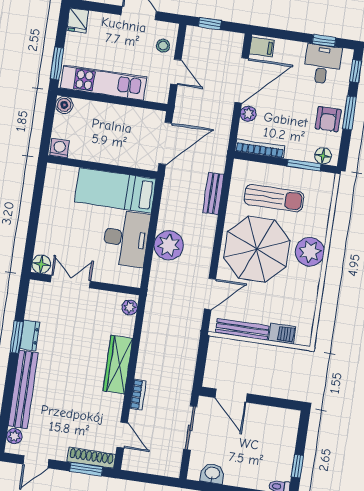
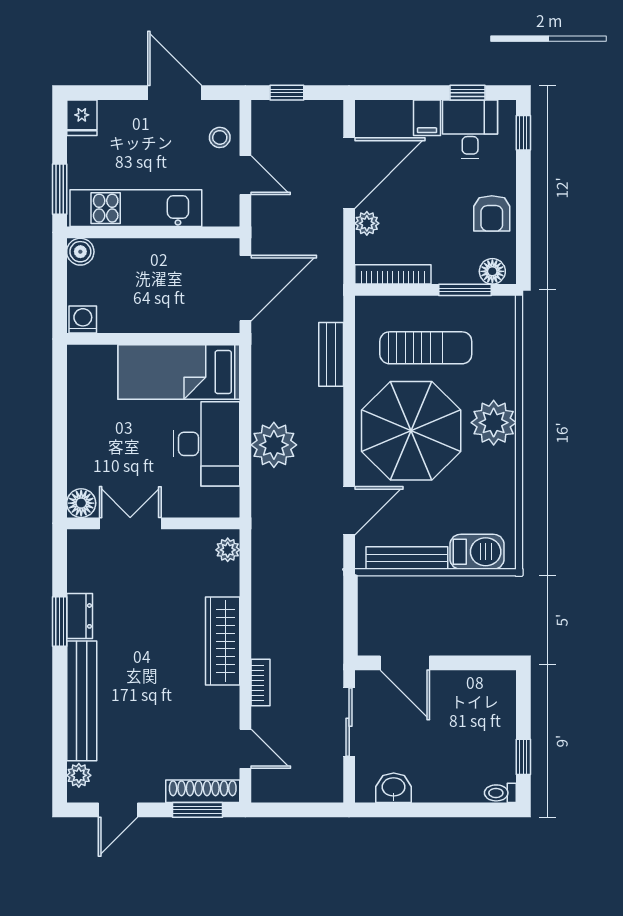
filing cabinet: (262, 47) -> (427, 118), moved, turned 90
window: (350, 113) -> (523, 199), removed
barbecue: (282, 334) -> (477, 552), width x1.38, depth x1.27

